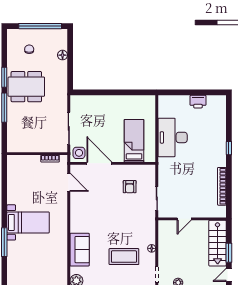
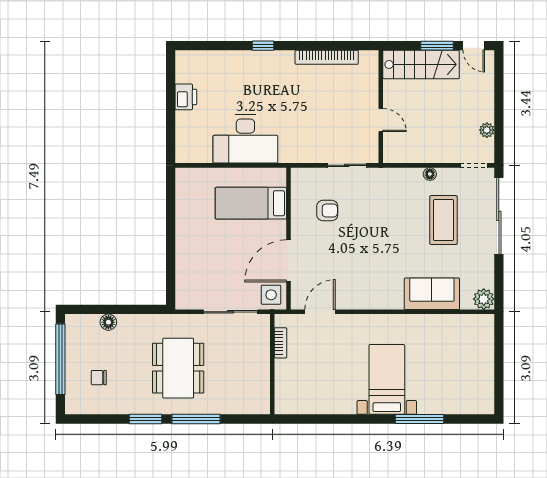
dining table: (26, 87) -> (178, 368), moved

